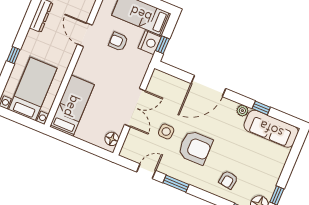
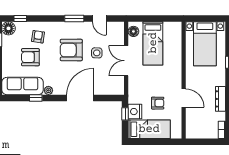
bed: (72, 106) -> (153, 43), moved
armchair: (248, 159) -> (30, 57), added
door: (146, 171) -> (99, 19), hinge flipped

